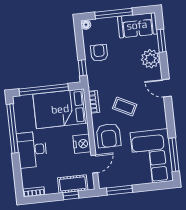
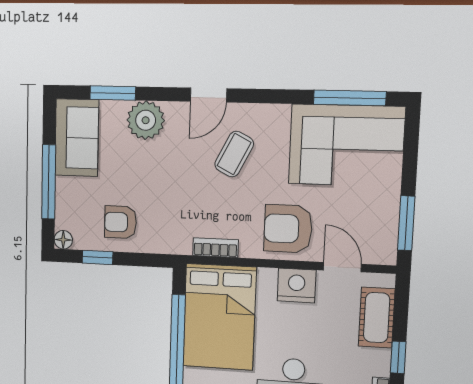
window: (82, 68) -> (98, 257), moved
coffee table: (125, 107) -> (234, 154), moved
armchair: (109, 136) -> (288, 229), turned 180
window: (71, 195) -> (398, 357), moved

